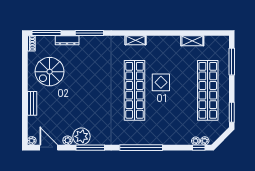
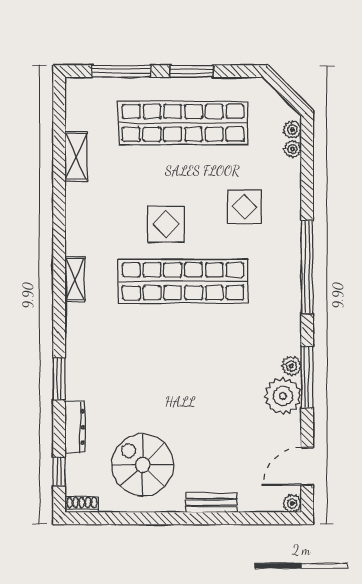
window: (46, 33) -> (59, 472), width x0.46
window: (89, 33) -> (59, 379), width x0.69
spiral stairs: (50, 72) -> (143, 465), turned 180
window: (232, 112) -> (192, 71), moved
display table: (169, 119) -> (244, 207), added
plant: (68, 140) -> (291, 366), moved
window: (199, 148) -> (307, 142), removed

